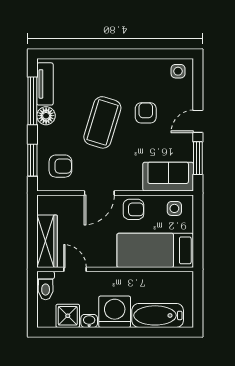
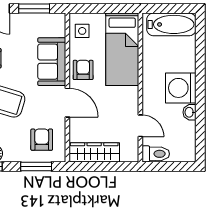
sofa: (168, 177) -> (52, 62), moved
wardrobe: (47, 241) -> (94, 152), moved
door: (75, 269) -> (140, 126), swing flipped
bathtub: (158, 315) -> (171, 24), moved, turned -90
shower: (68, 316) -> (185, 133), removed

